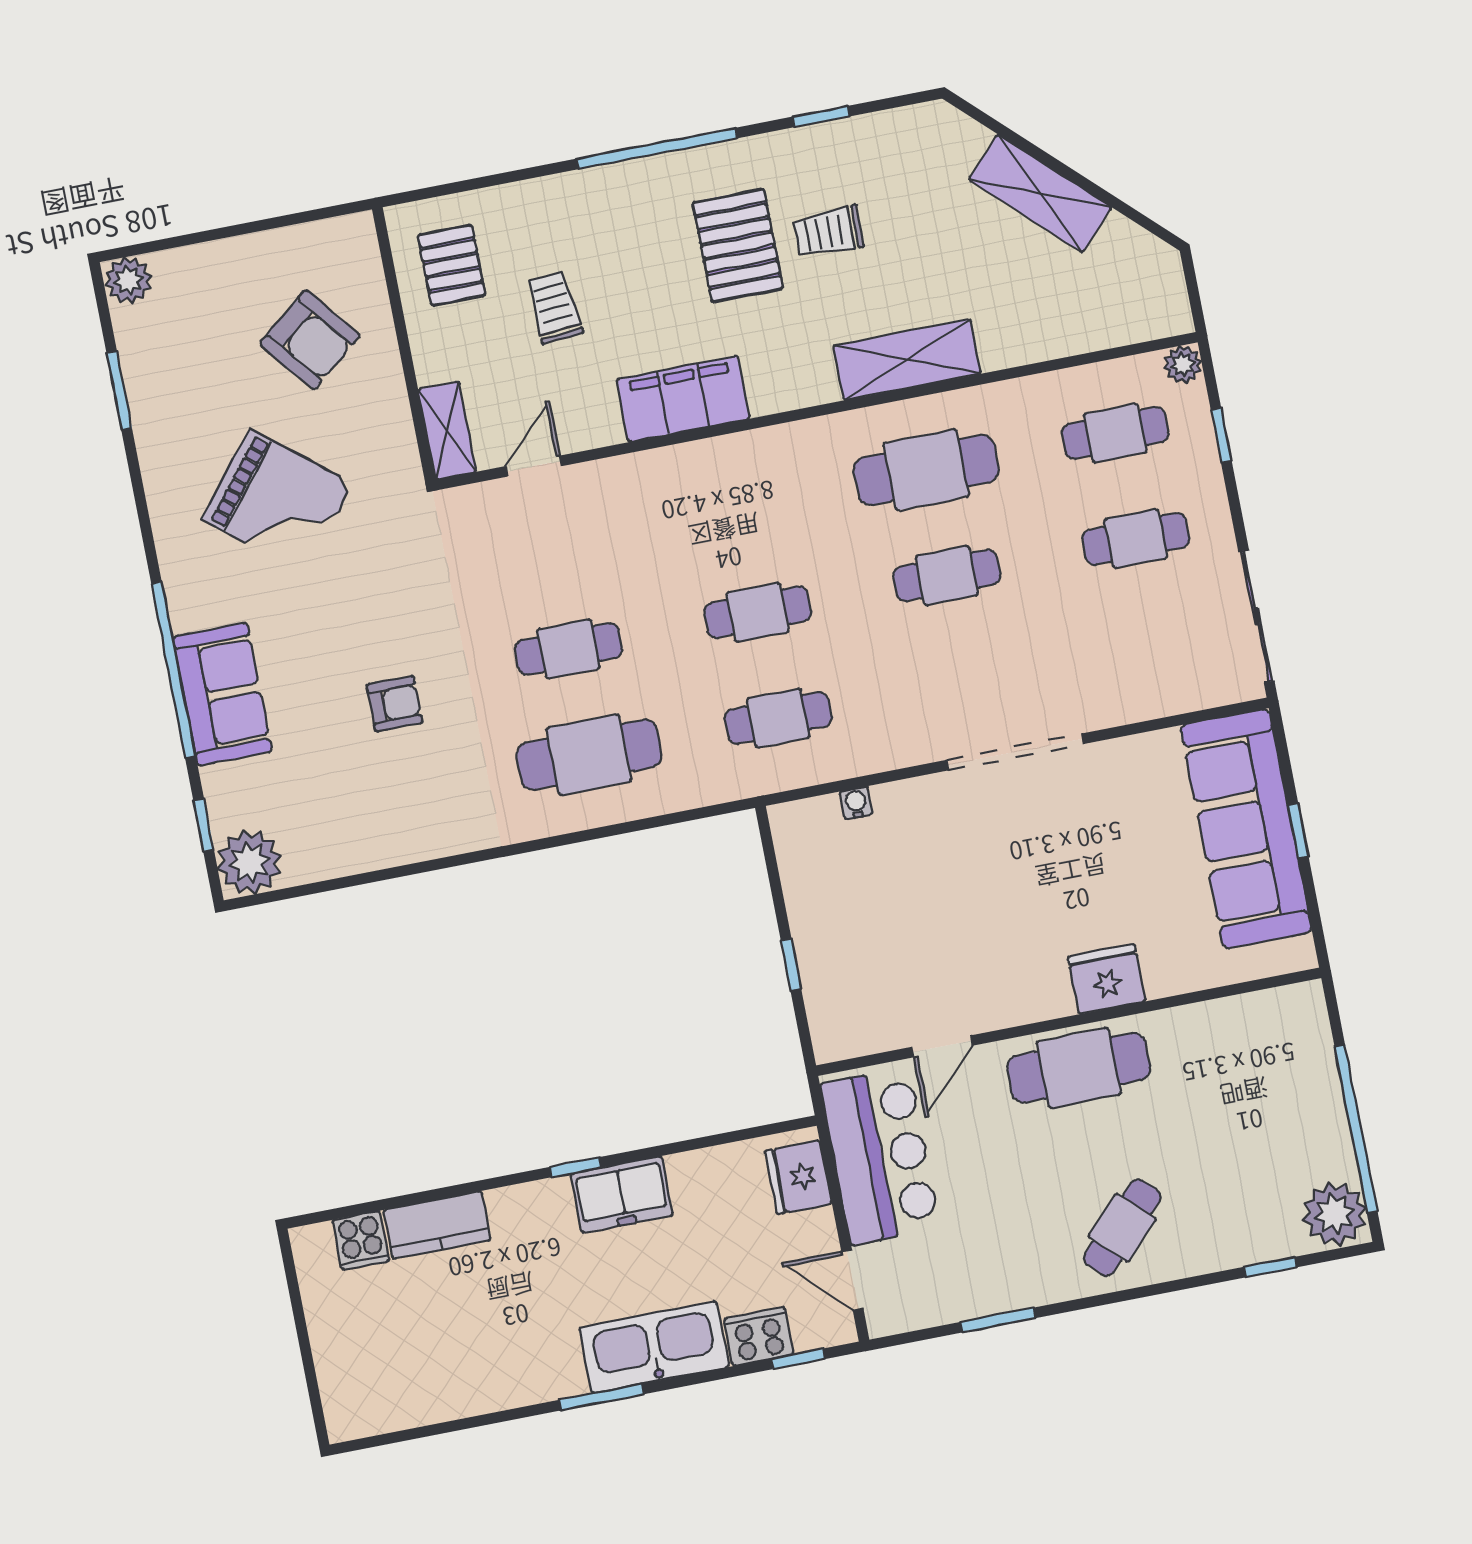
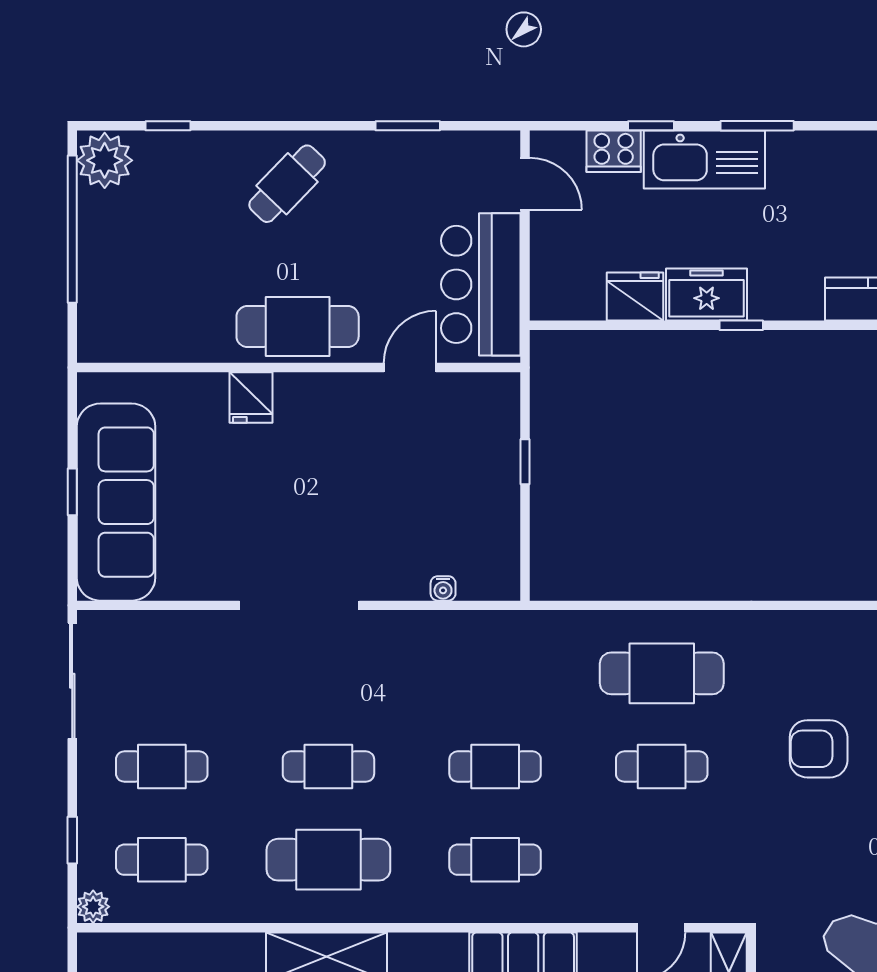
armchair: (394, 704) -> (819, 749), width x1.38, depth x1.38
cafe table: (778, 718) -> (495, 860), moved
fridge: (1107, 979) -> (251, 398), width x0.72
fridge: (798, 1177) -> (635, 296), moved, turned -90
window: (798, 1359) -> (651, 126), moved

